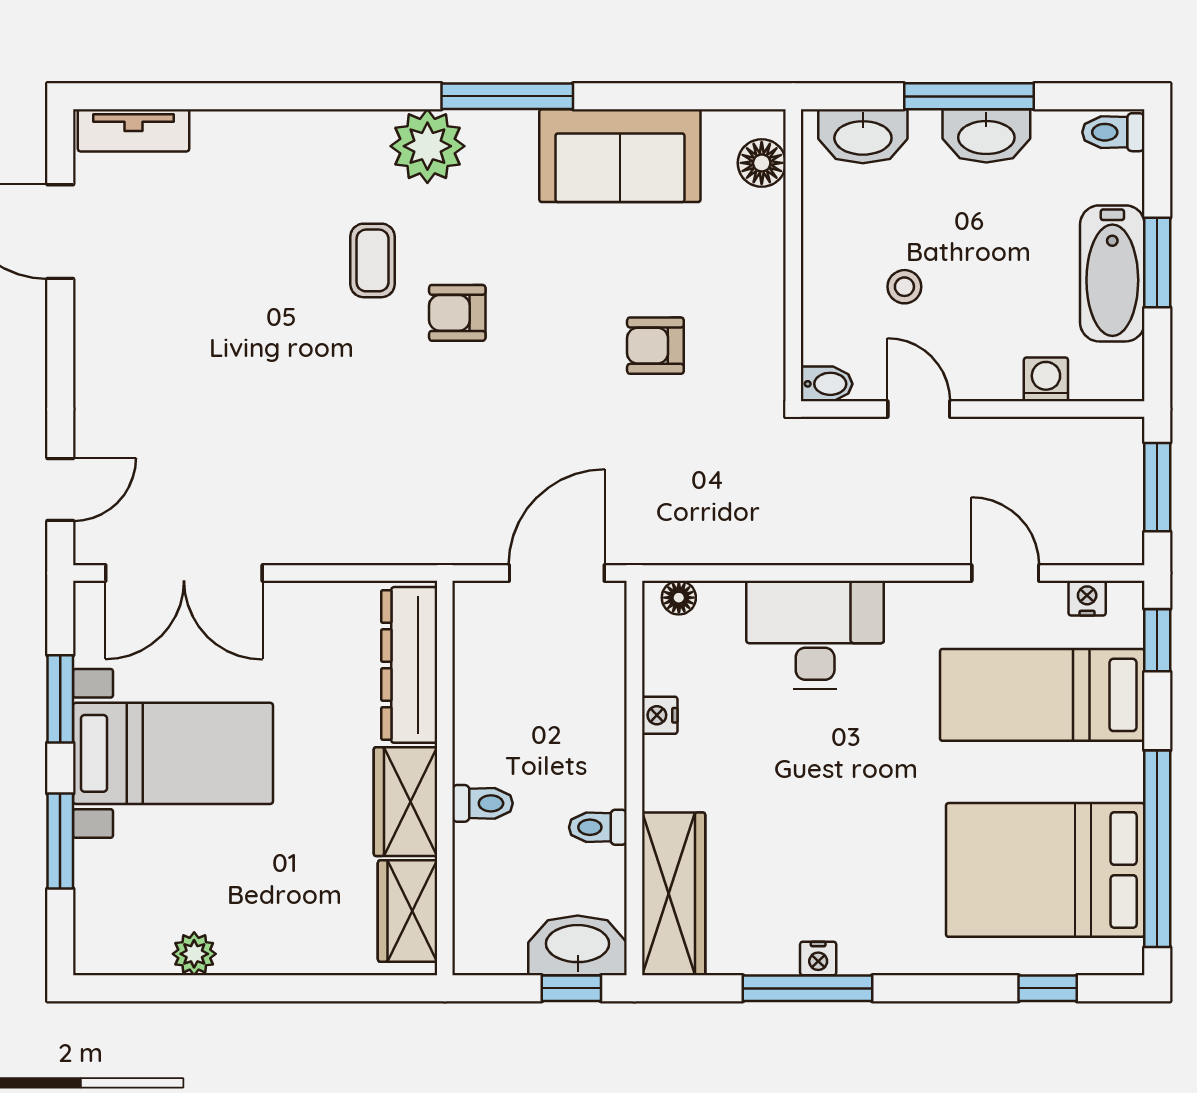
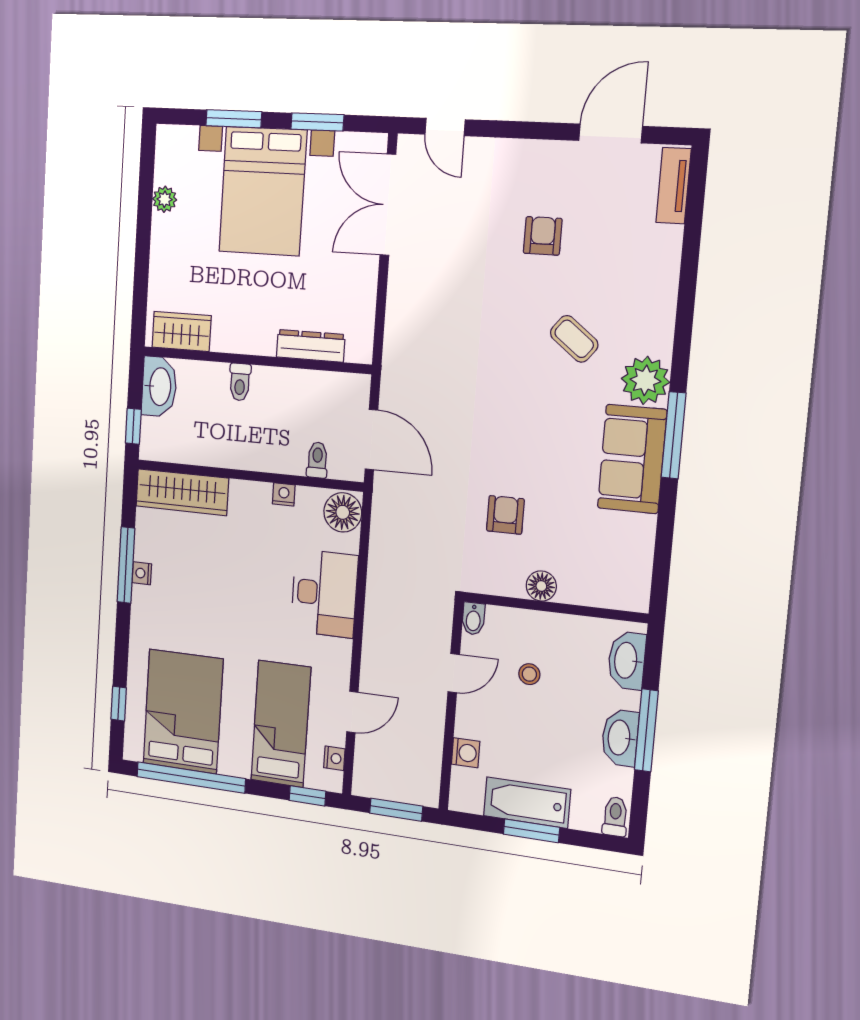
sofa: (620, 156) -> (632, 459), moved
floor lamp: (762, 163) -> (541, 586), moved
coffee table: (373, 260) -> (574, 339), turned 38
armchair: (457, 313) -> (543, 236), moved
floor lamp: (679, 598) -> (343, 512), width x1.89, depth x1.89
dresser: (409, 665) -> (311, 346), width x0.73, depth x0.80
bed with nightstands: (173, 753) -> (263, 191), width x1.36
wardrobe: (405, 802) -> (244, 335), removed
toilet: (598, 827) -> (317, 460), moved
washbasin: (578, 945) -> (159, 387), moved

